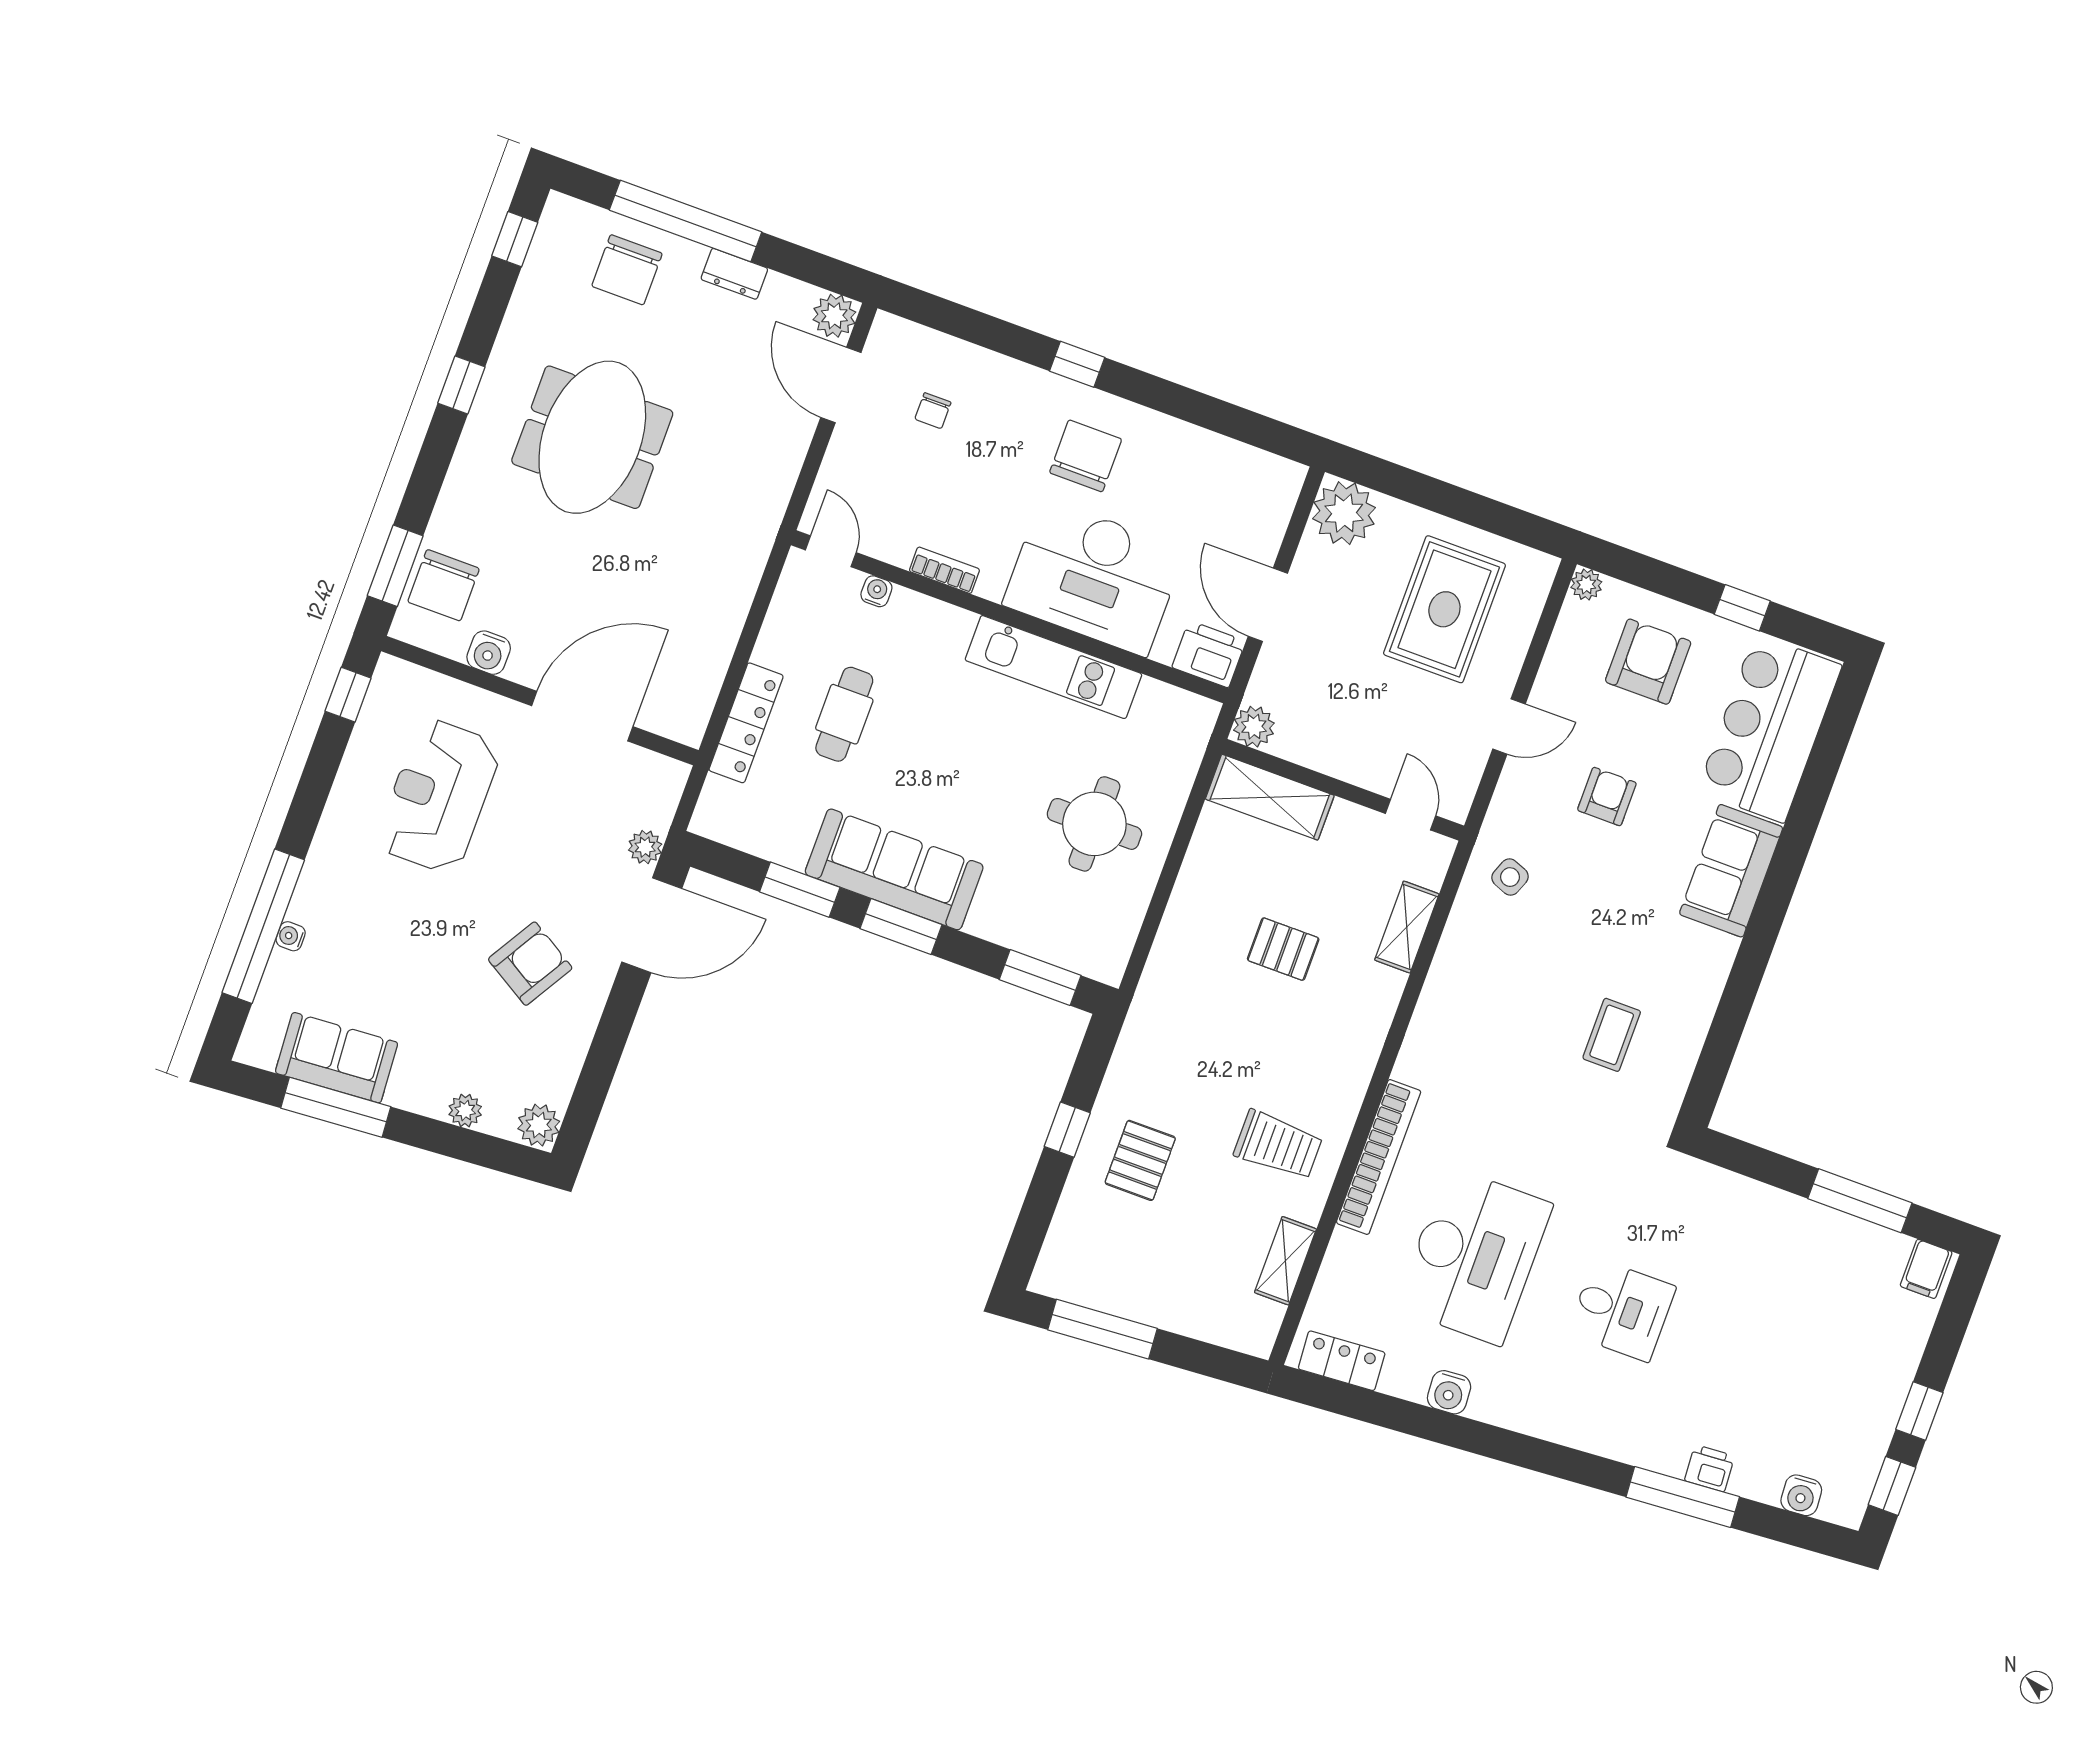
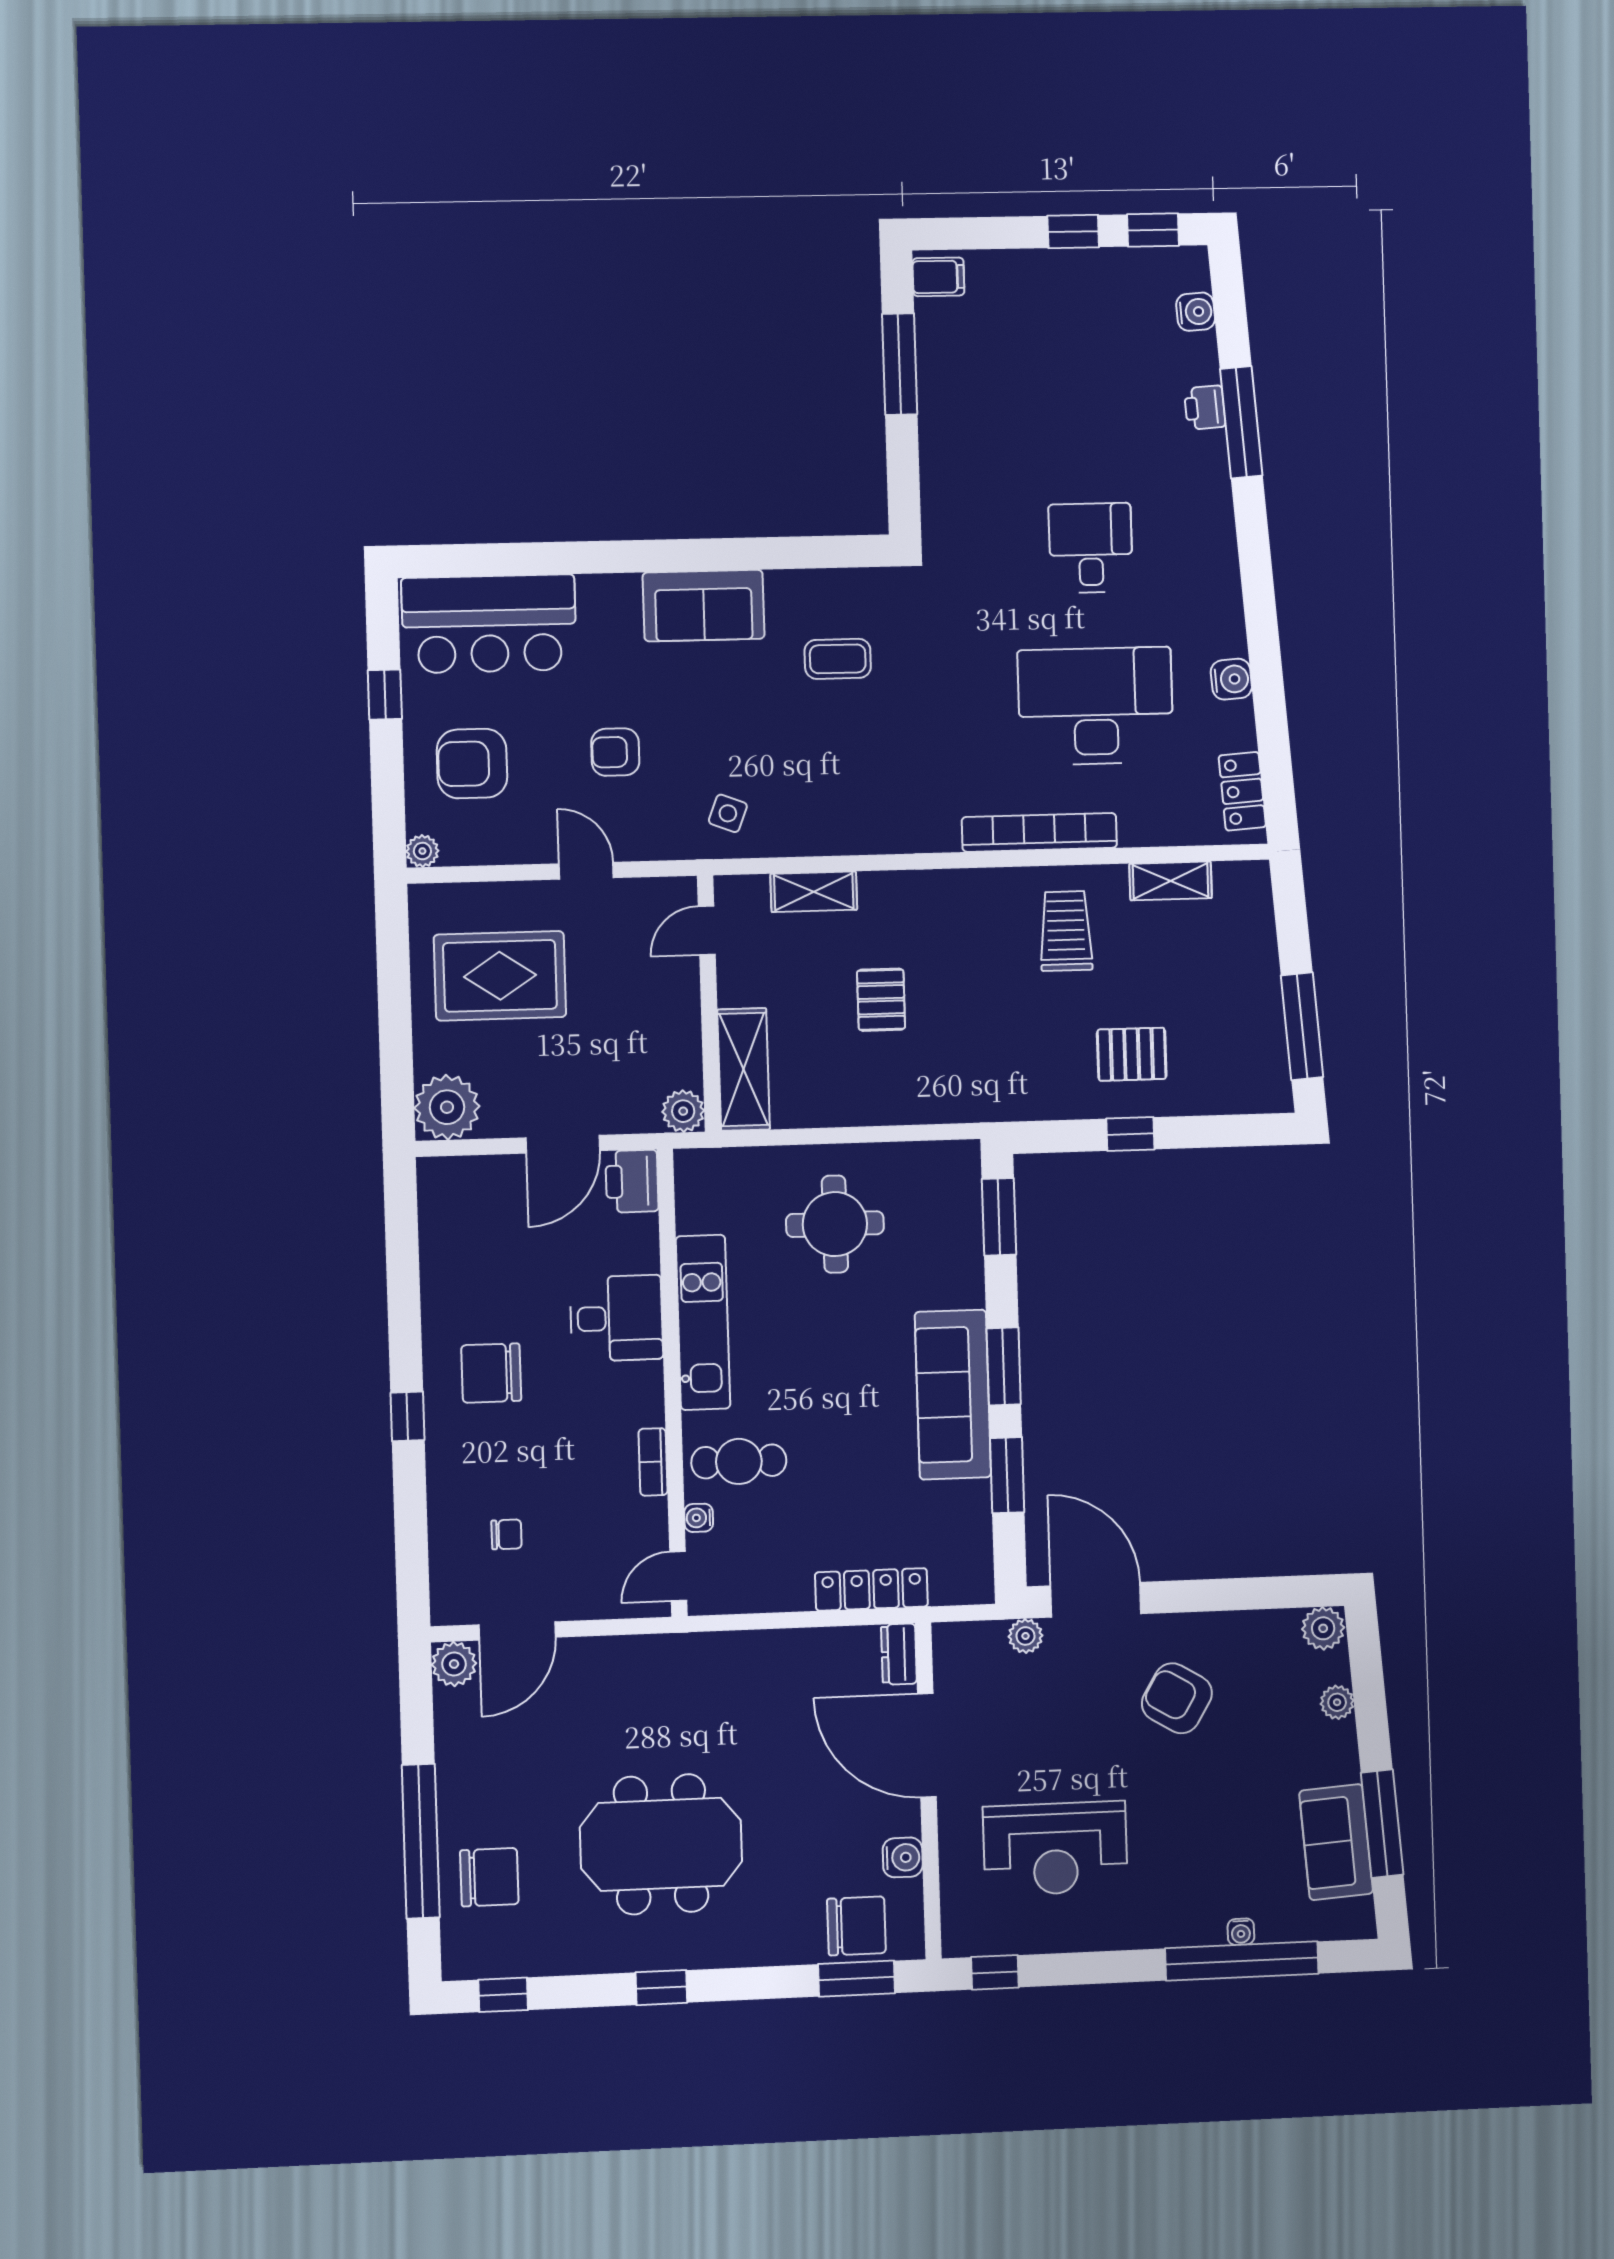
dresser: (734, 274) -> (899, 1654), moved, turned 180
desk: (1094, 577) -> (616, 1318), width x0.53, depth x0.77
cafe table: (844, 714) -> (739, 1461), moved
sofa: (1731, 871) -> (704, 606), moved

